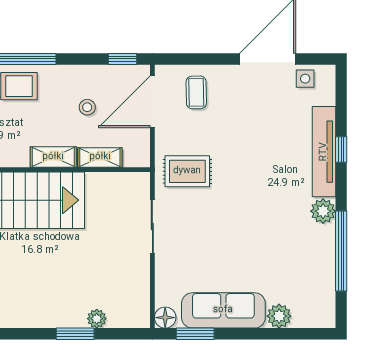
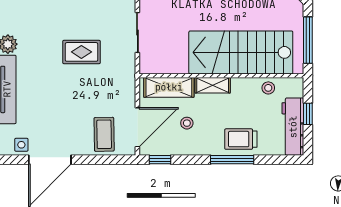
coffee table: (196, 92) -> (104, 134), width x1.36, depth x1.30
shelving: (100, 157) -> (169, 87), width x1.50, depth x1.33
rug: (187, 171) -> (81, 52), moved

